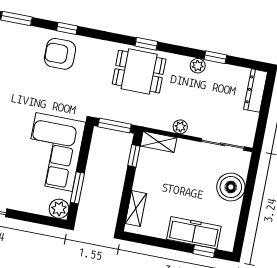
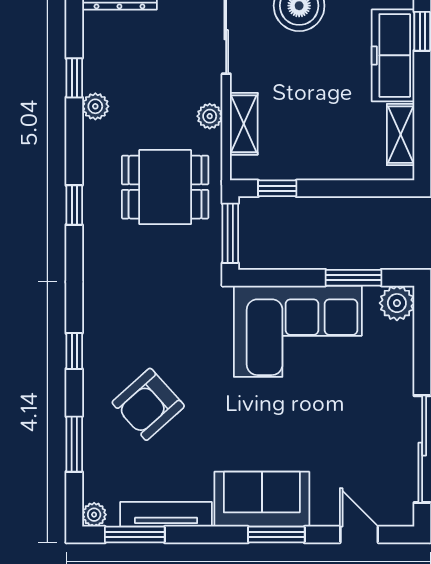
armchair: (60, 54) -> (148, 404), moved, turned 48
dining table: (139, 72) -> (165, 187), moved, turned 90
shelving: (159, 142) -> (244, 124), moved
shelving: (136, 208) -> (401, 135), moved, turned 90

